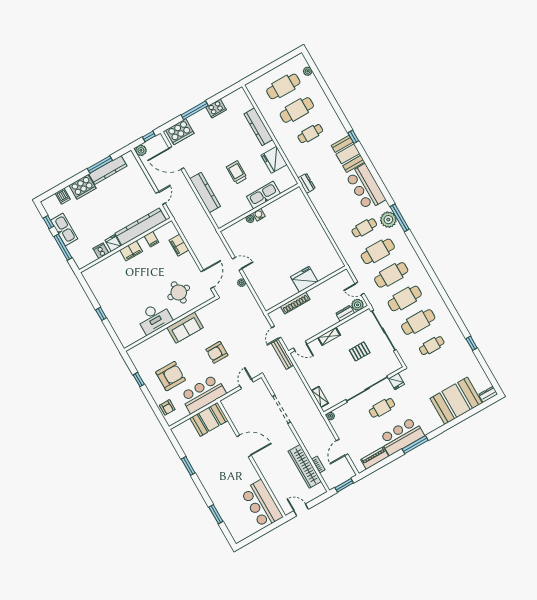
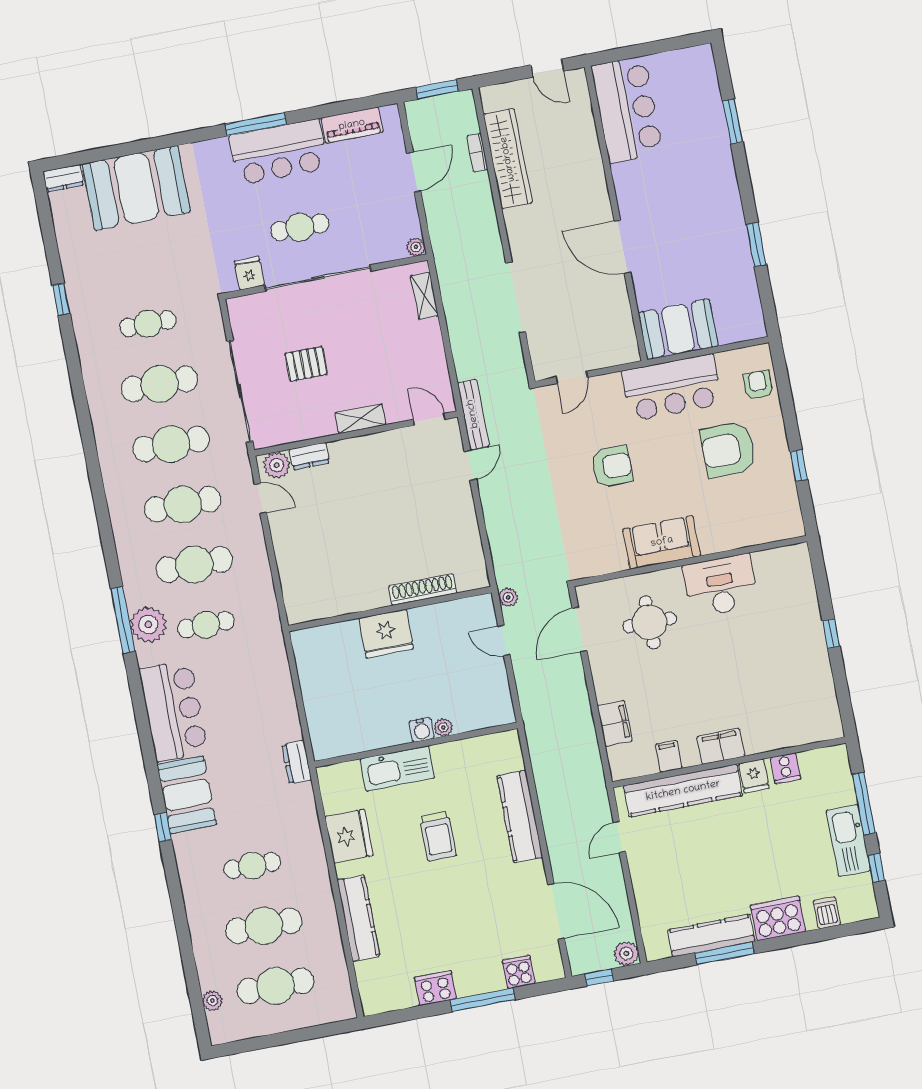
cooker: (180, 132) -> (519, 972), width x0.53, depth x0.76
fridge: (304, 279) -> (386, 634), moved
wall: (306, 290) -> (390, 609), moved
shoe rack: (295, 303) -> (423, 589), moved

